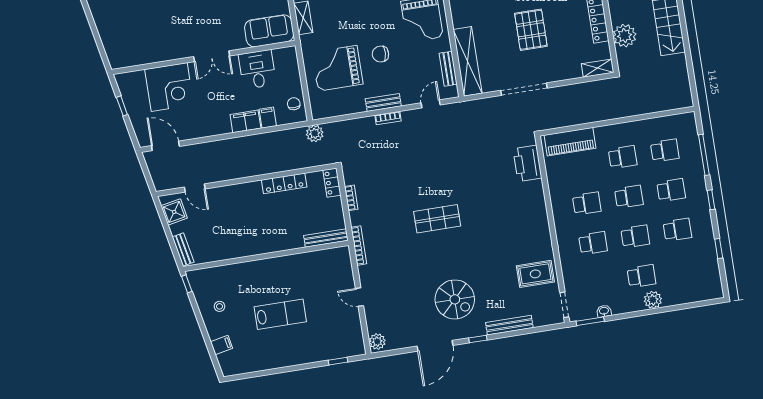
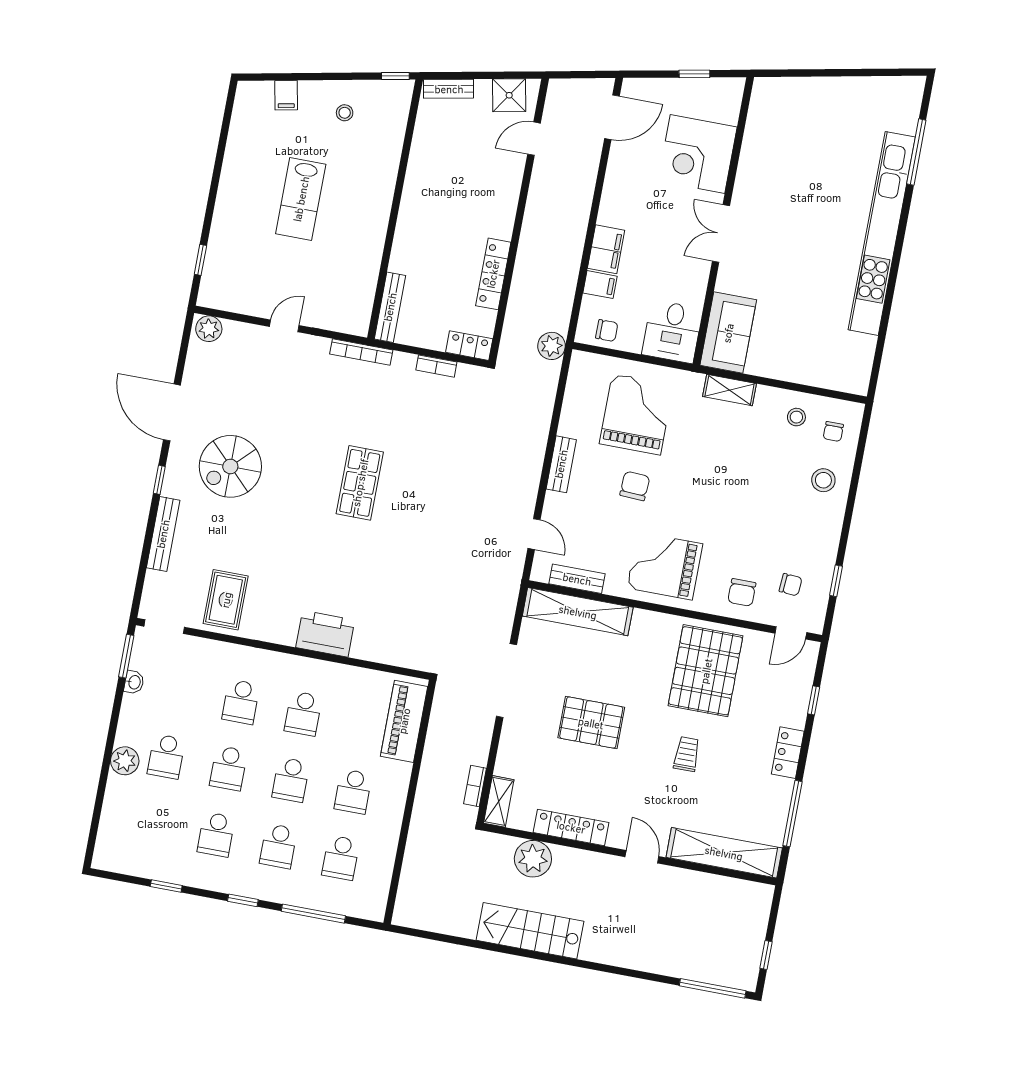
desk: (257, 69) -> (672, 332), moved, turned 90
bookcase: (388, 118) -> (475, 786), moved
printer: (527, 163) -> (325, 634), moved

